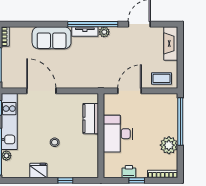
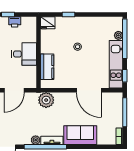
plant: (92, 79) -> (46, 100), added
desk: (118, 134) -> (24, 54), width x0.73
fridge: (38, 171) -> (48, 23), moved

